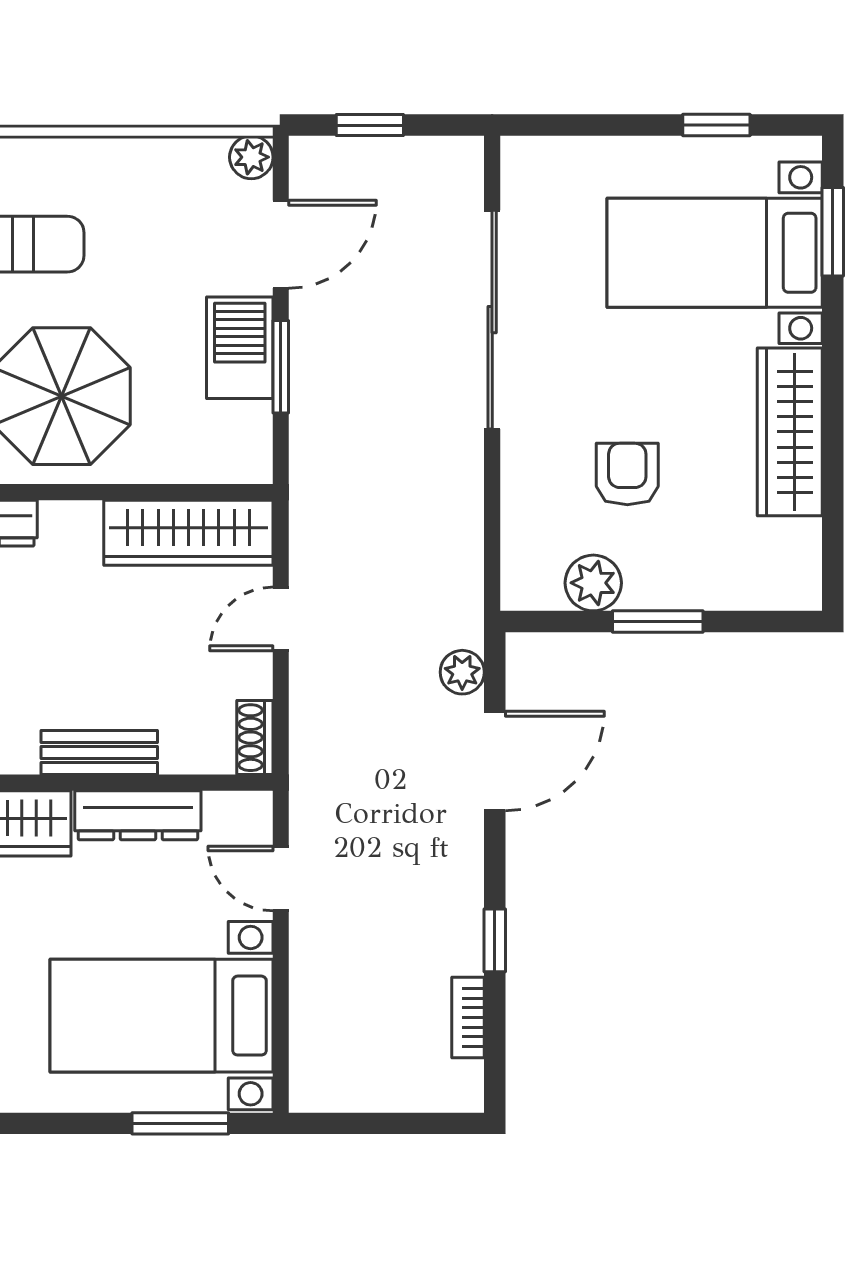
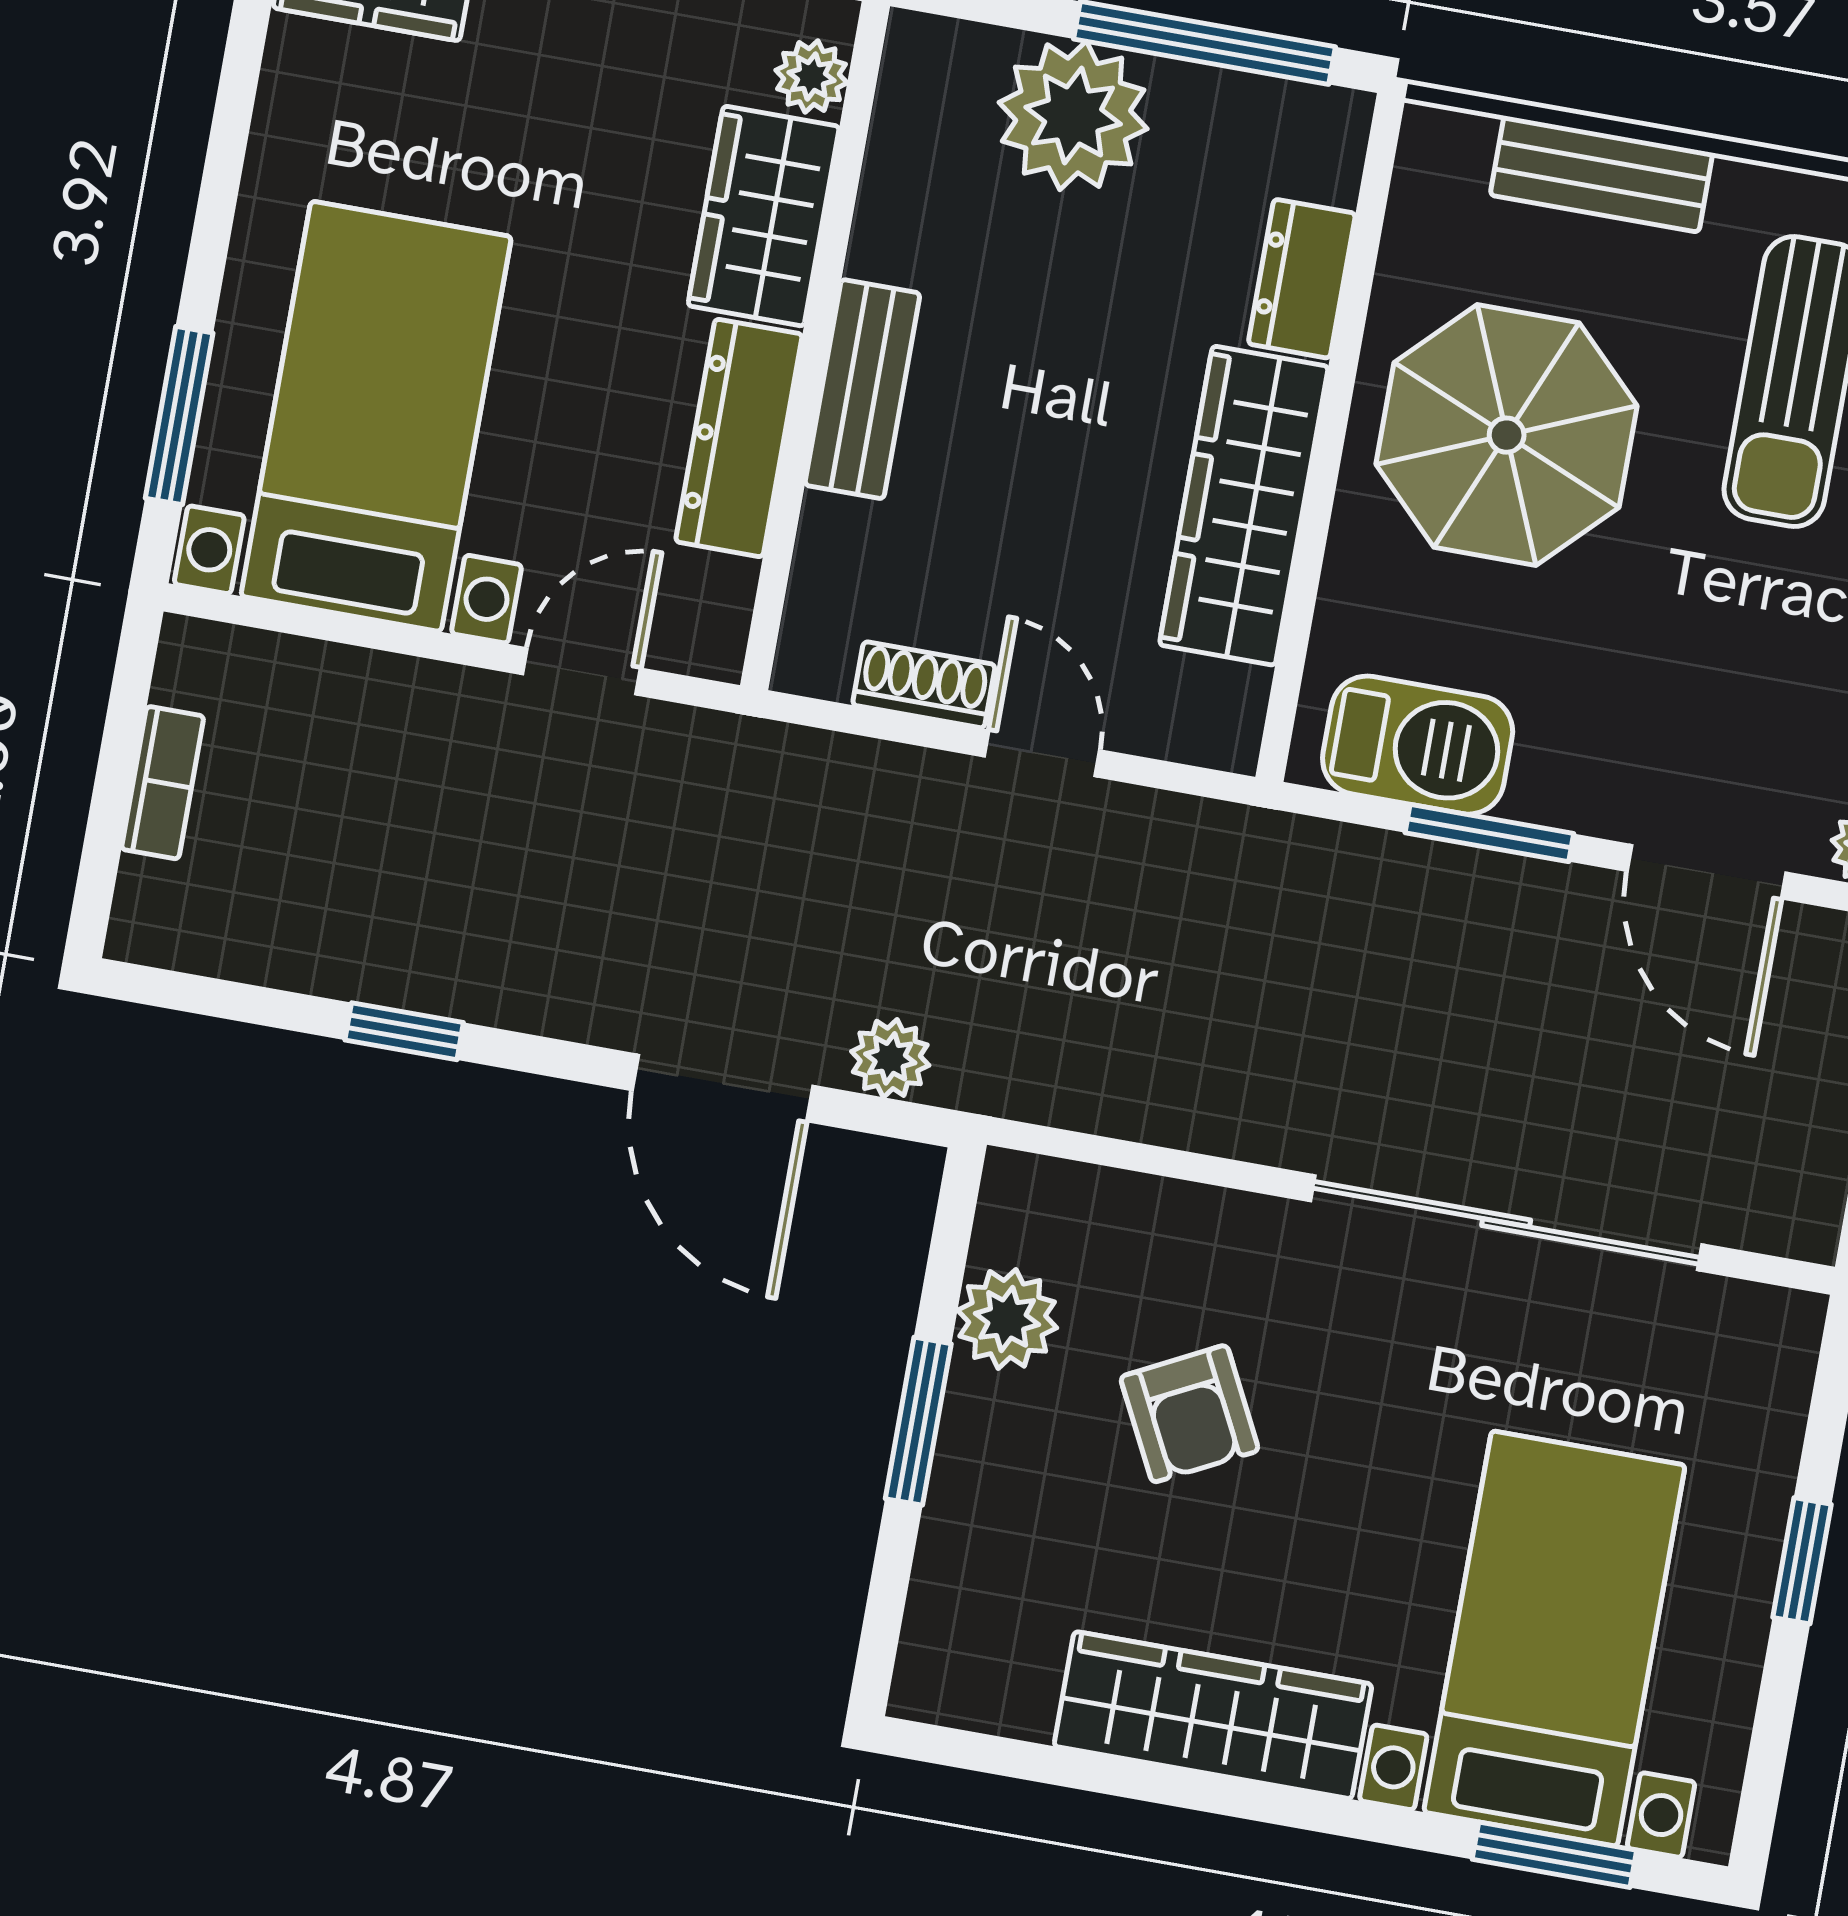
window: (716, 125) -> (1802, 1561), moved
barbecue: (240, 348) -> (1418, 745), moved
armchair: (627, 474) -> (1189, 1414), turned 63
wardrobe: (188, 533) -> (1244, 506), moved
shoe rack: (255, 738) -> (924, 685), moved
bookcase: (468, 1018) -> (163, 783), moved, turned 90

